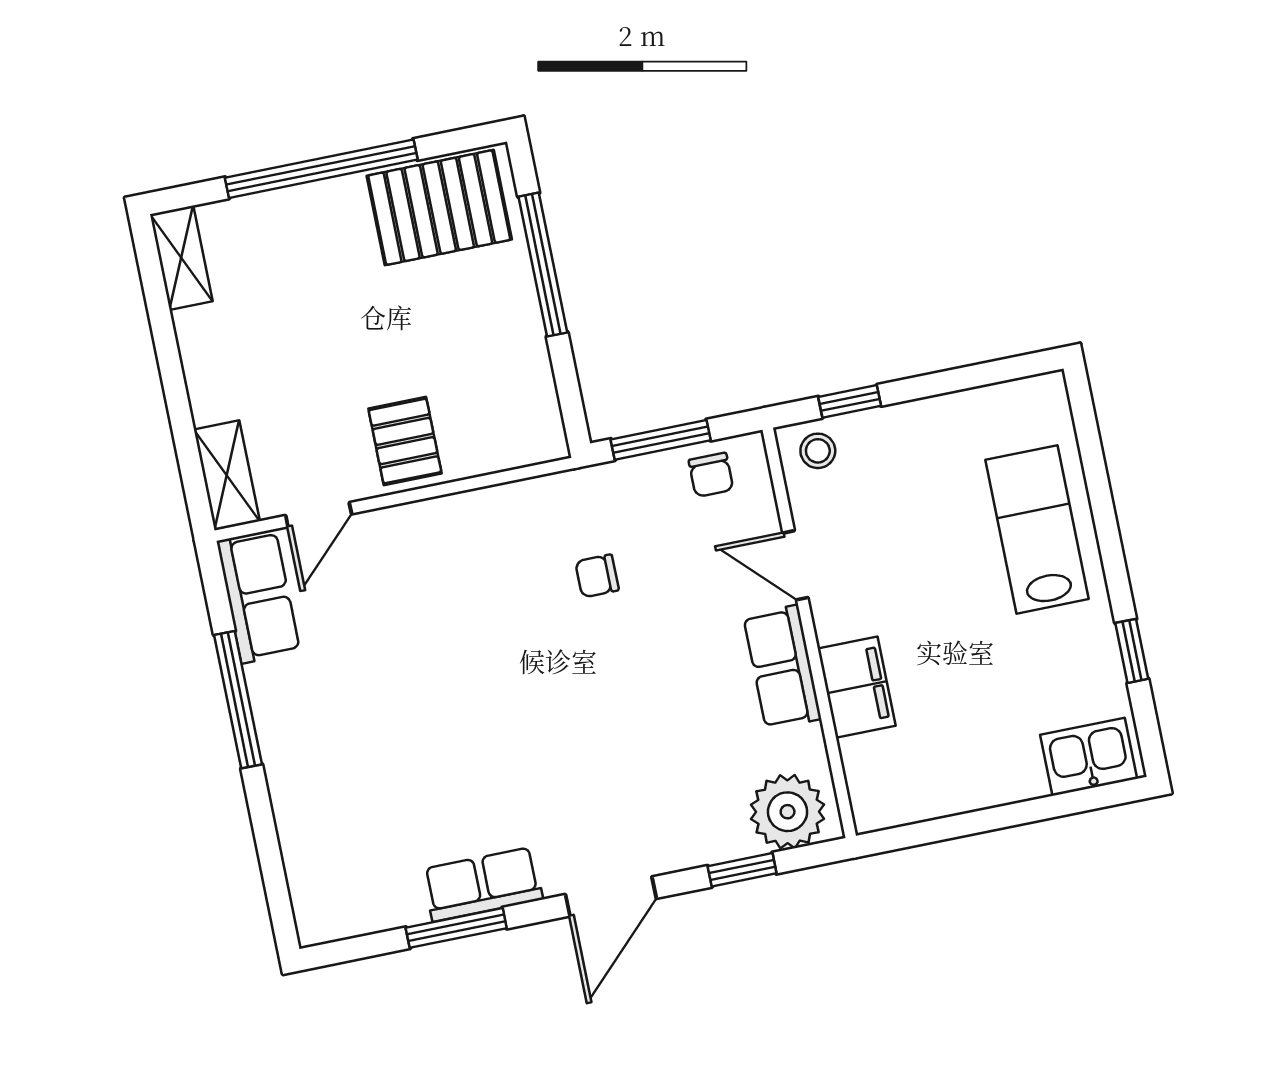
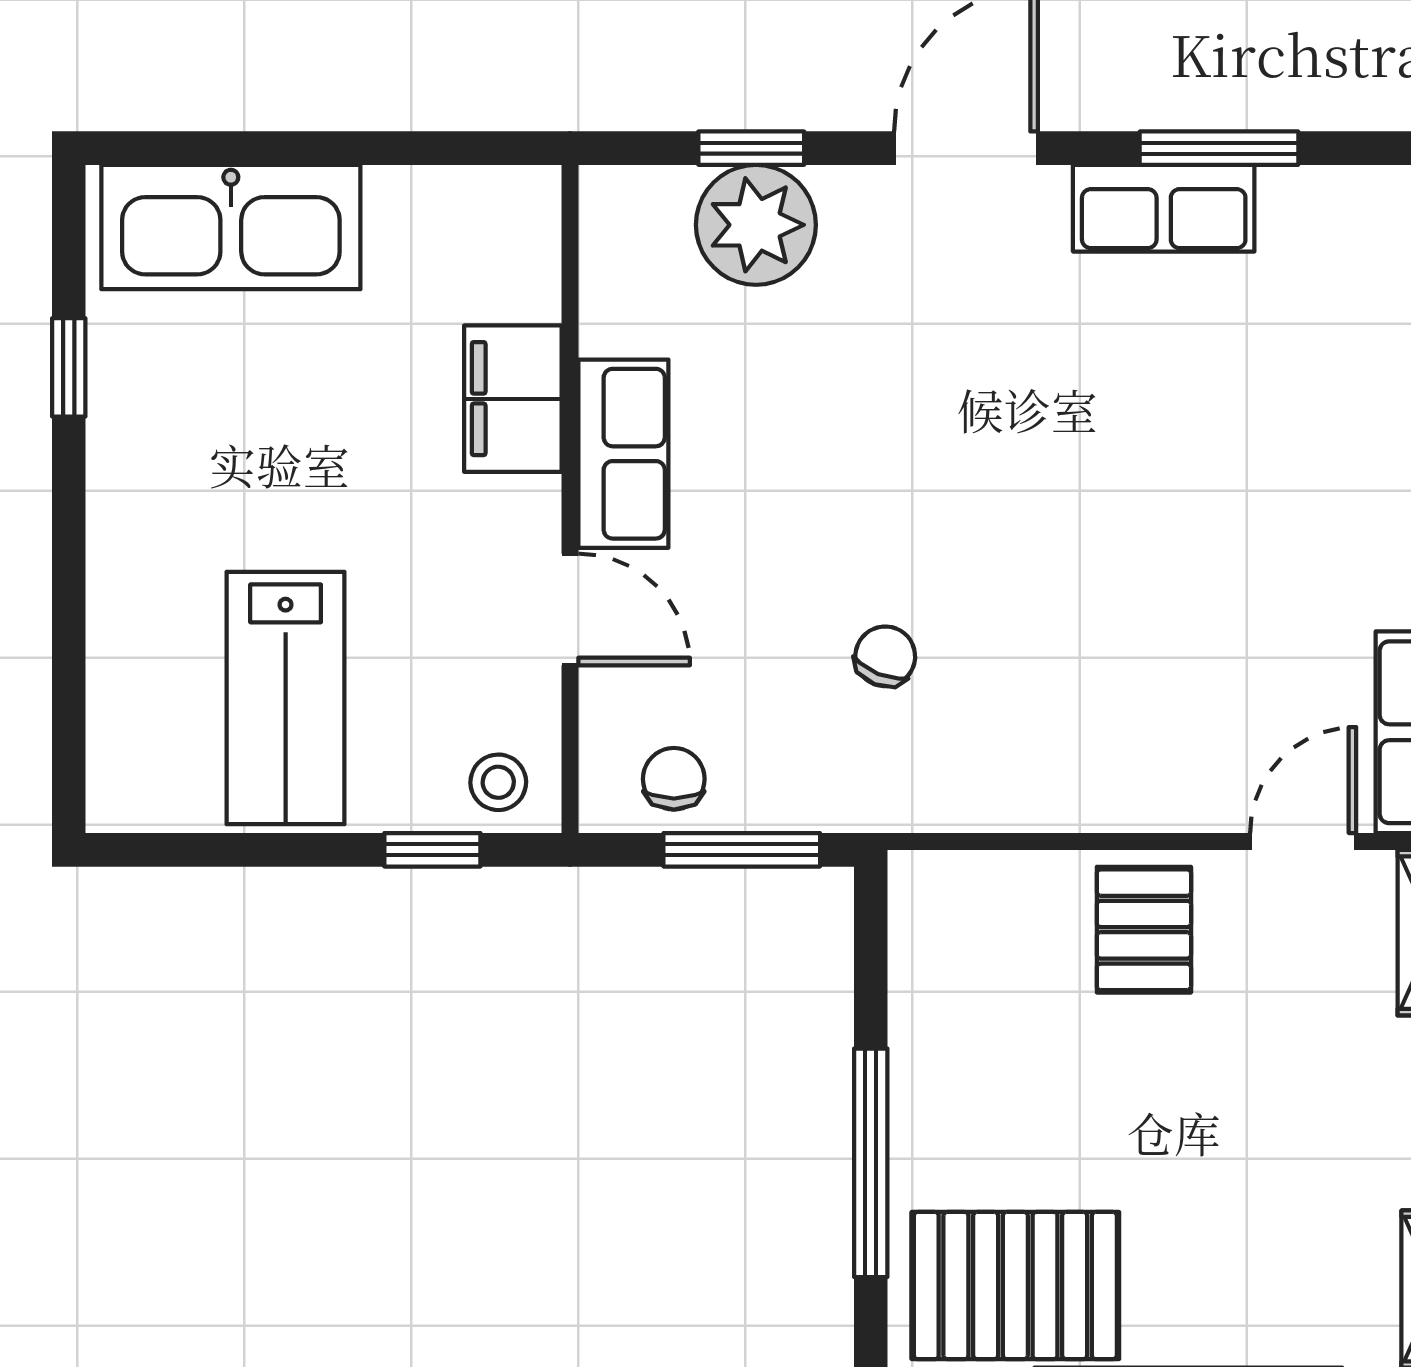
lab bench: (1037, 529) -> (286, 698), moved
chair: (597, 576) -> (885, 656), turned -68
kitchen sink: (1089, 757) -> (231, 227), width x1.88, depth x1.24
plant: (788, 812) -> (756, 225), moved

